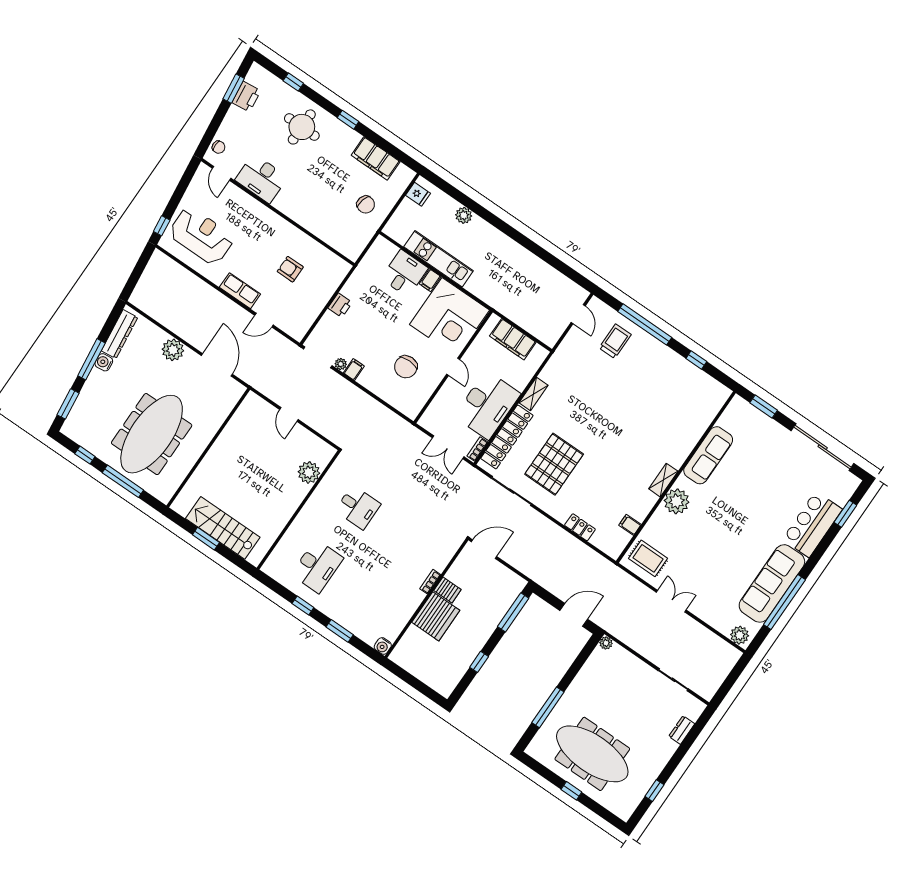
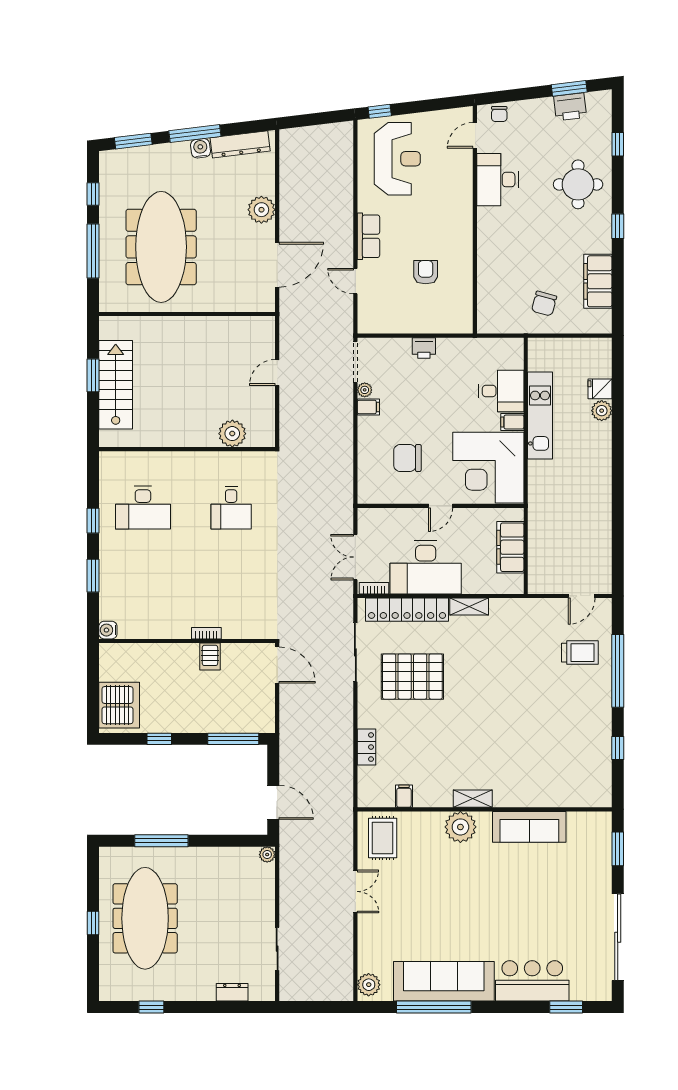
fridge: (418, 194) -> (600, 389), moved, turned 90
meeting table: (152, 434) -> (161, 247), turned 90
server rack: (436, 616) -> (119, 705), moved, turned -90

